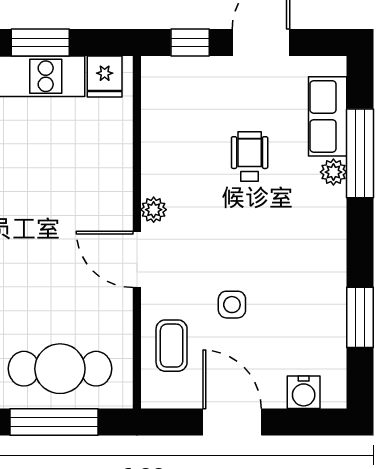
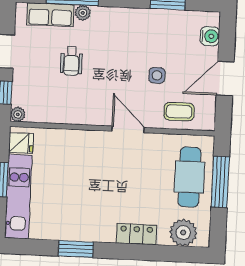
wheelchair: (250, 157) -> (71, 61), turned -90
plant: (154, 210) -> (18, 114), moved
door: (137, 259) -> (128, 129), swing flipped

